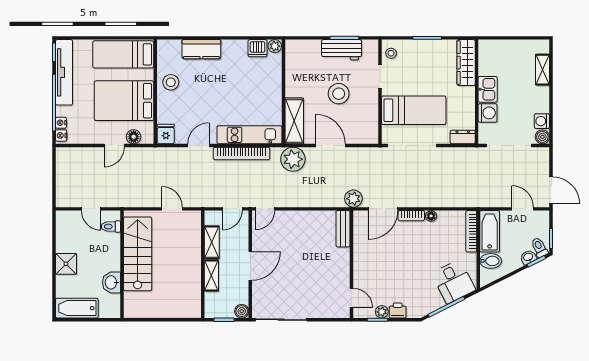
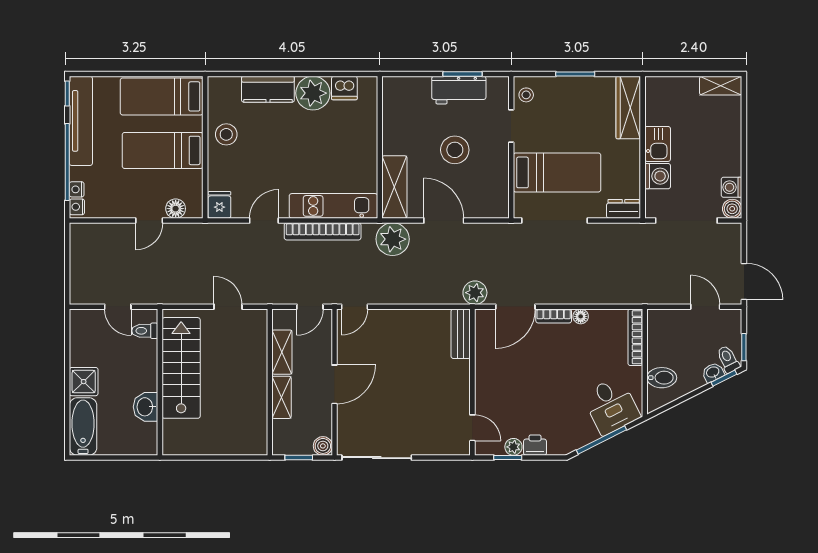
plant: (275, 46) -> (313, 93), moved, width x1.87, depth x1.87
shelving: (542, 70) -> (721, 86), moved, turned 90
bed: (124, 101) -> (163, 150), width x0.67
bathtub: (490, 231) -> (660, 337), removed
bathtub: (77, 308) -> (83, 426), moved, turned 90

